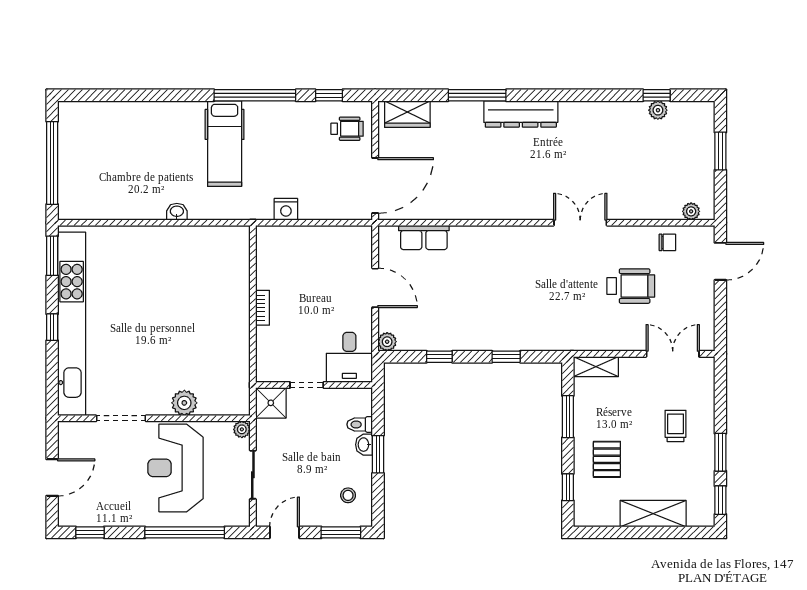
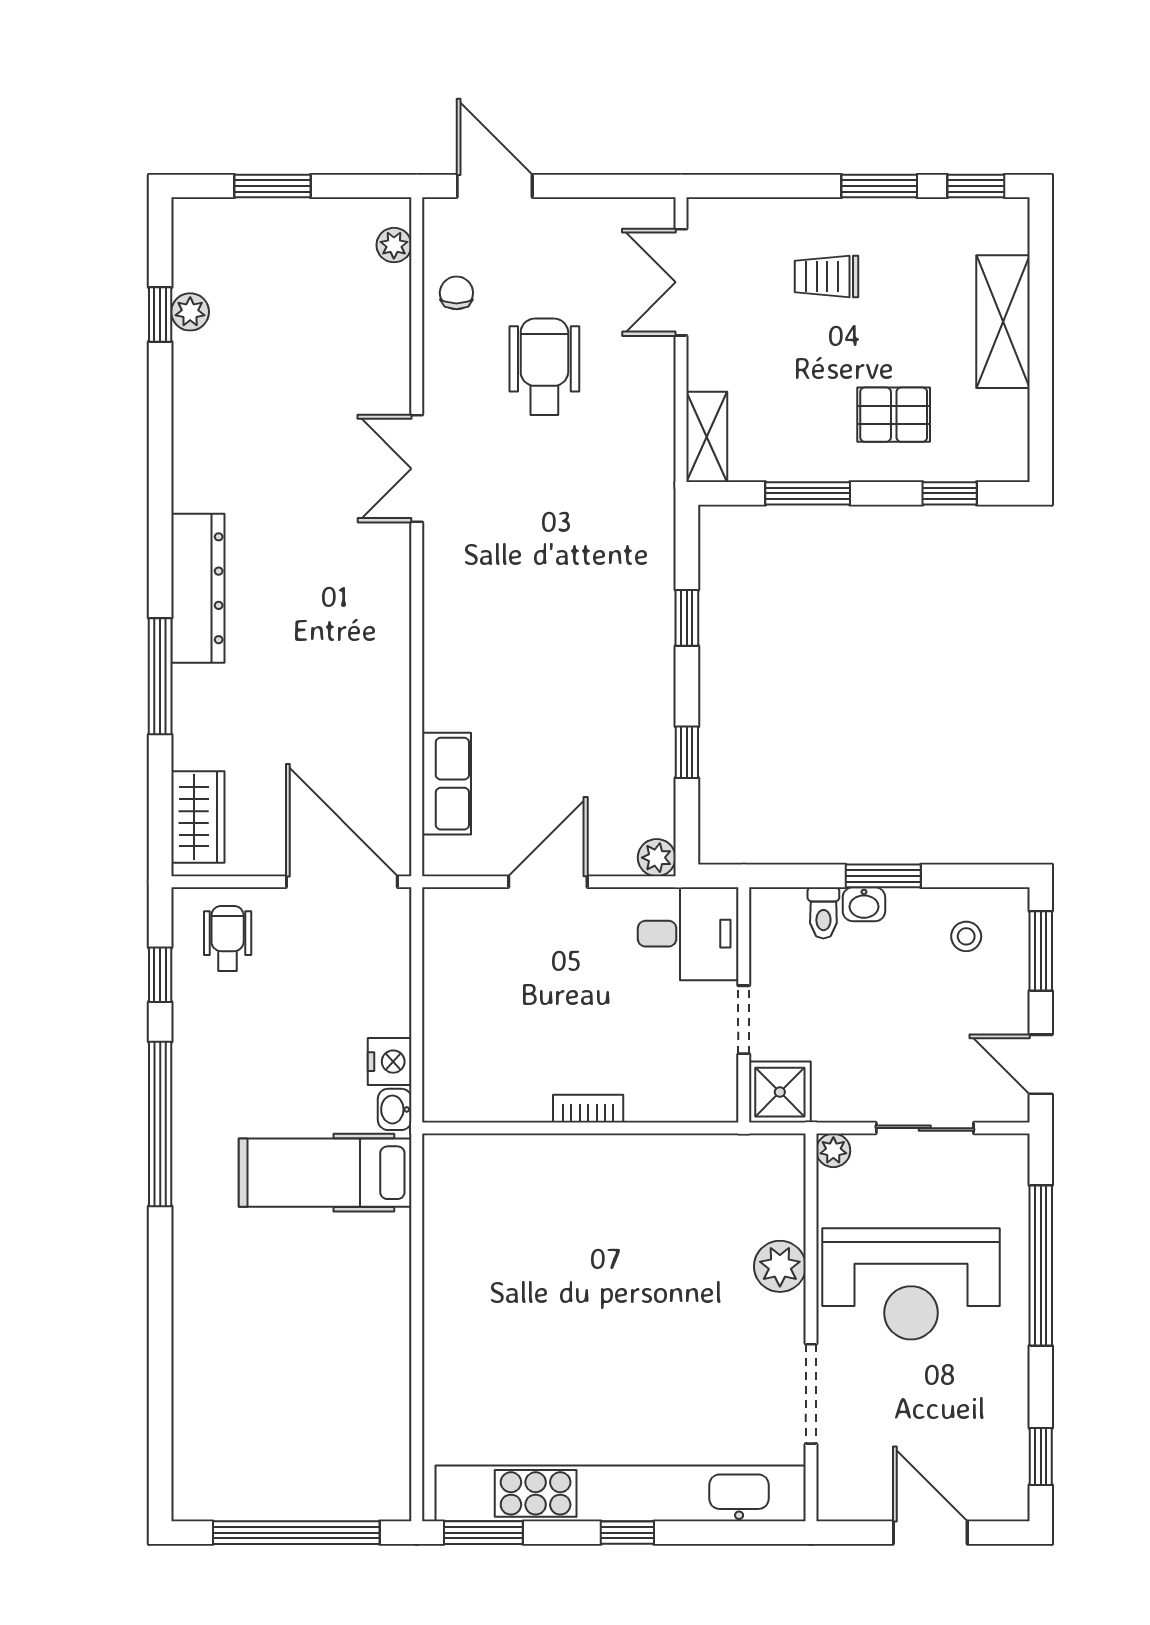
hospital bed: (225, 144) -> (325, 1173), moved, turned 180
washbasin: (177, 212) -> (395, 1109), moved

